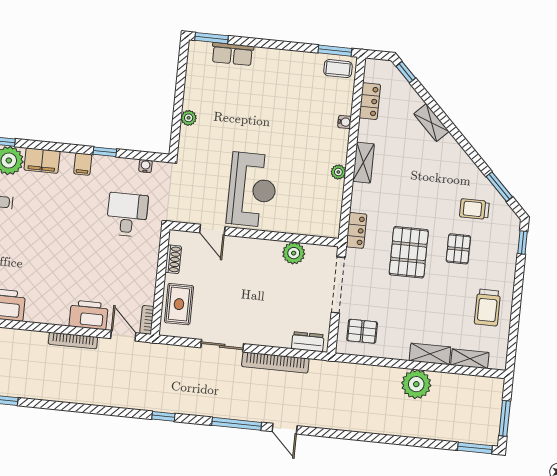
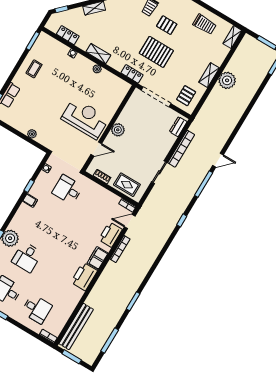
coffee table: (338, 69) -> (34, 69), moved
filing cabinet: (42, 161) -> (98, 258), moved, turned 180
plant: (294, 253) -> (118, 130), moved
shelving: (430, 354) -> (209, 75), moved
shelving: (470, 359) -> (232, 37), moved

